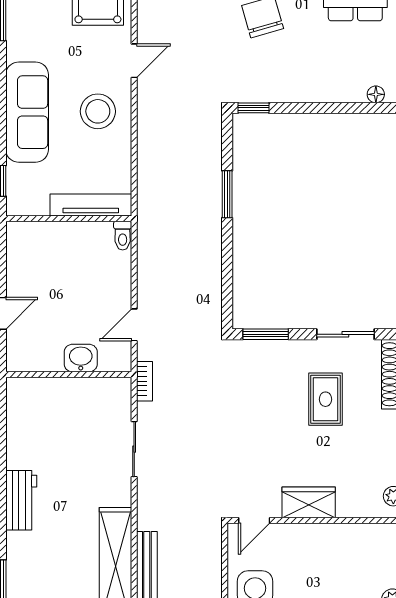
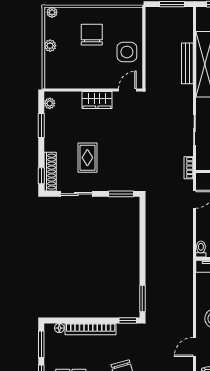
bookcase: (320, 93) -> (91, 329), added
window: (227, 194) -> (142, 298), moved

